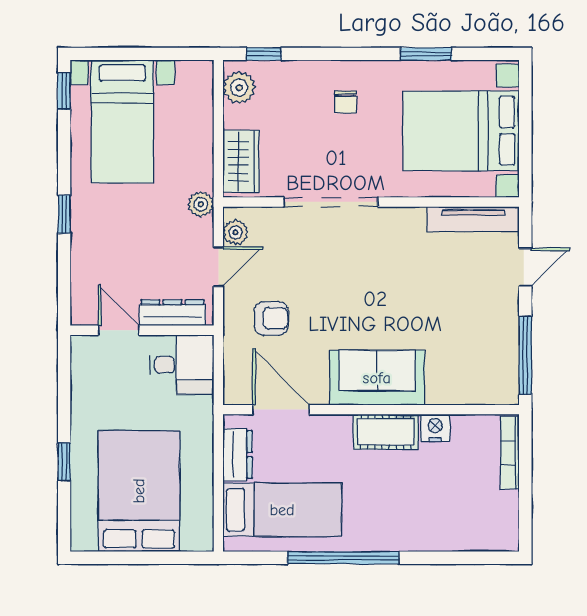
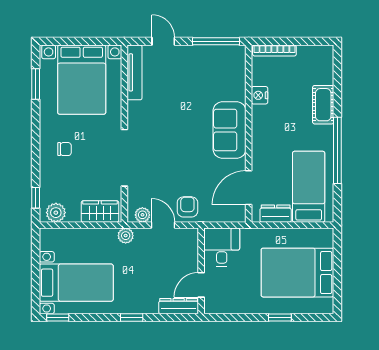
window: (426, 54) -> (36, 84), moved
dresser: (172, 313) -> (179, 306), moved, turned 90
armchair: (271, 318) -> (187, 207), moved
cot: (386, 432) -> (323, 105), moved

